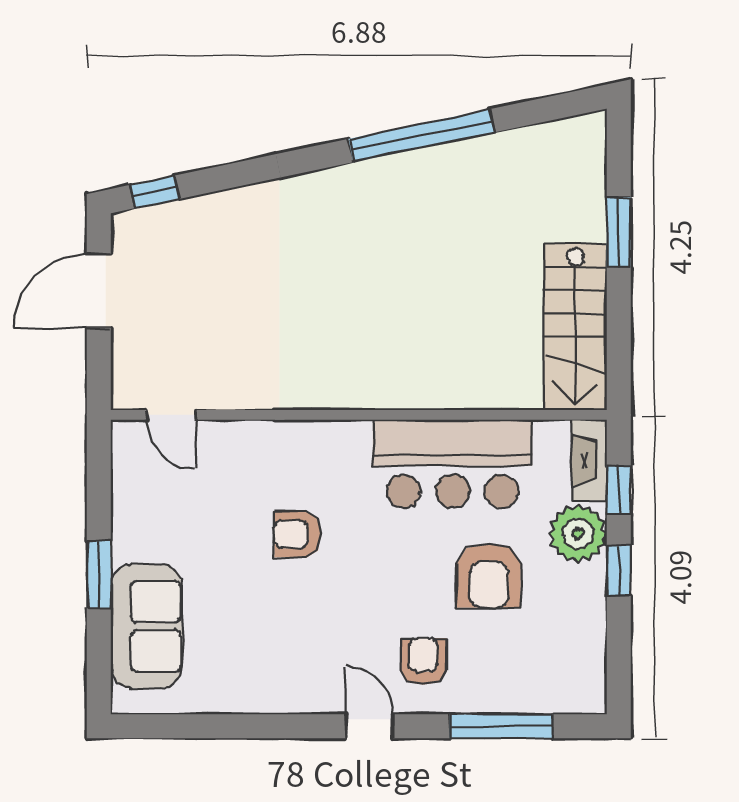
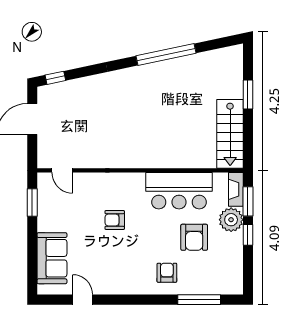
window: (619, 489) -> (248, 201), width x1.50
window: (99, 574) -> (32, 203), moved
door: (369, 726) -> (83, 300), moved

